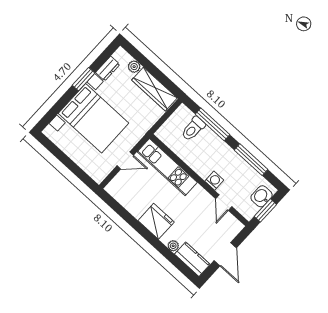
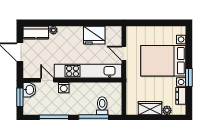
wardrobe: (154, 89) -> (150, 108), width x0.67
door: (125, 160) -> (124, 53), hinge flipped
kitchen unit: (167, 167) -> (88, 71), width x1.36
washbasin: (262, 196) -> (29, 90), moved
fridge: (156, 221) -> (94, 35), moved

